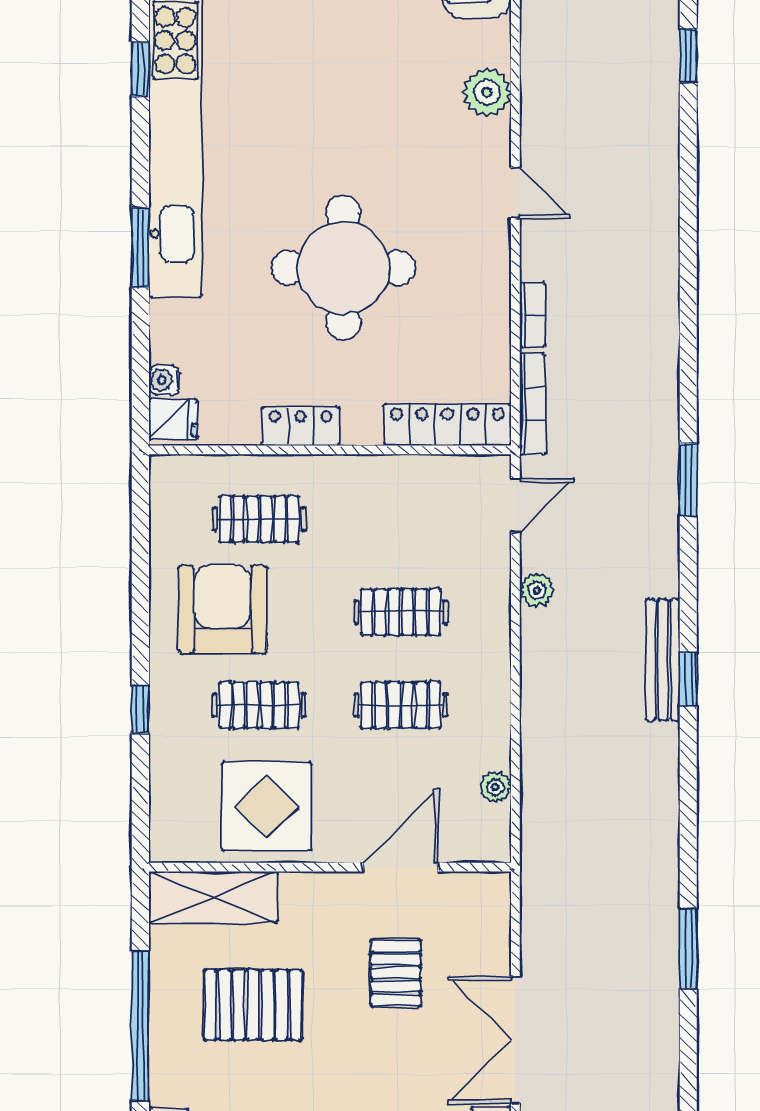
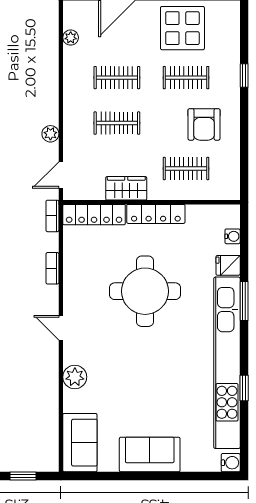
bookcase: (533, 404) -> (52, 216), width x0.64
fridge: (173, 419) -> (228, 265), moved
locker: (300, 426) -> (156, 214), width x1.53
wardrobe: (382, 478) -> (126, 188), added
armchair: (222, 609) -> (204, 124), width x0.73, depth x0.73

